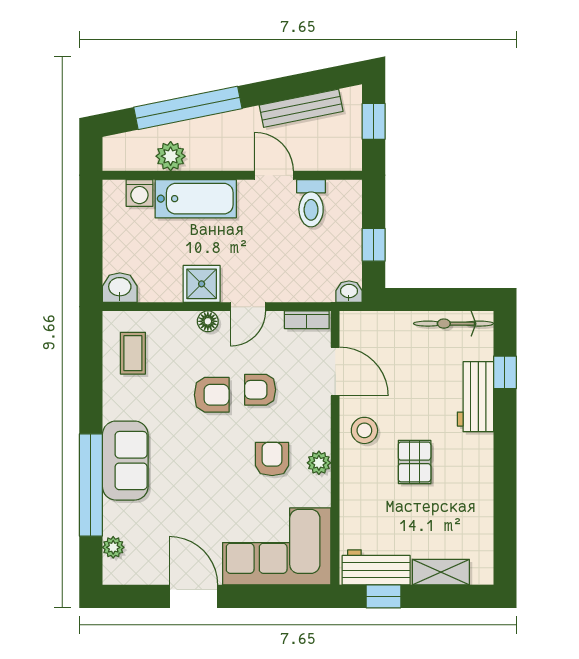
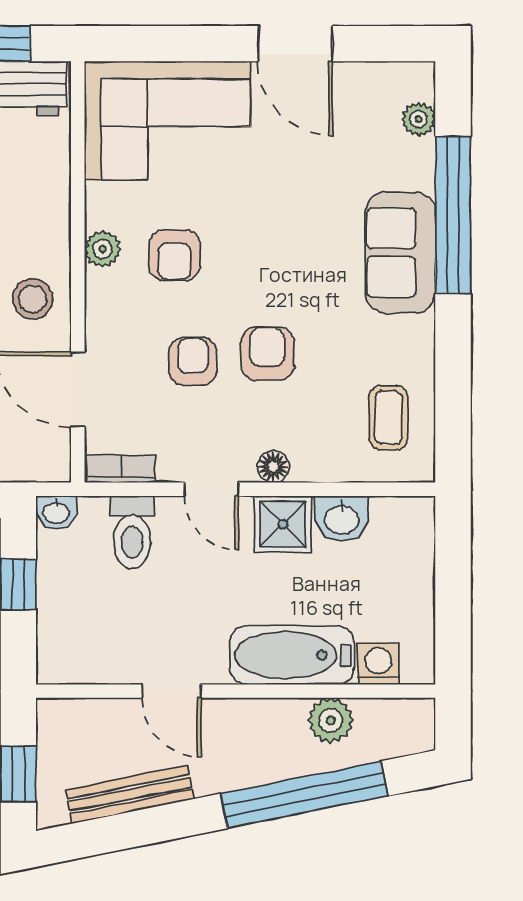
toilet: (311, 203) -> (132, 532), moved, turned 180
washbasin: (120, 288) -> (342, 518), moved
door: (248, 307) -> (211, 489), swing flipped
armchair: (260, 390) -> (193, 361), turned -90
armchair: (212, 395) -> (267, 354), turned 90

